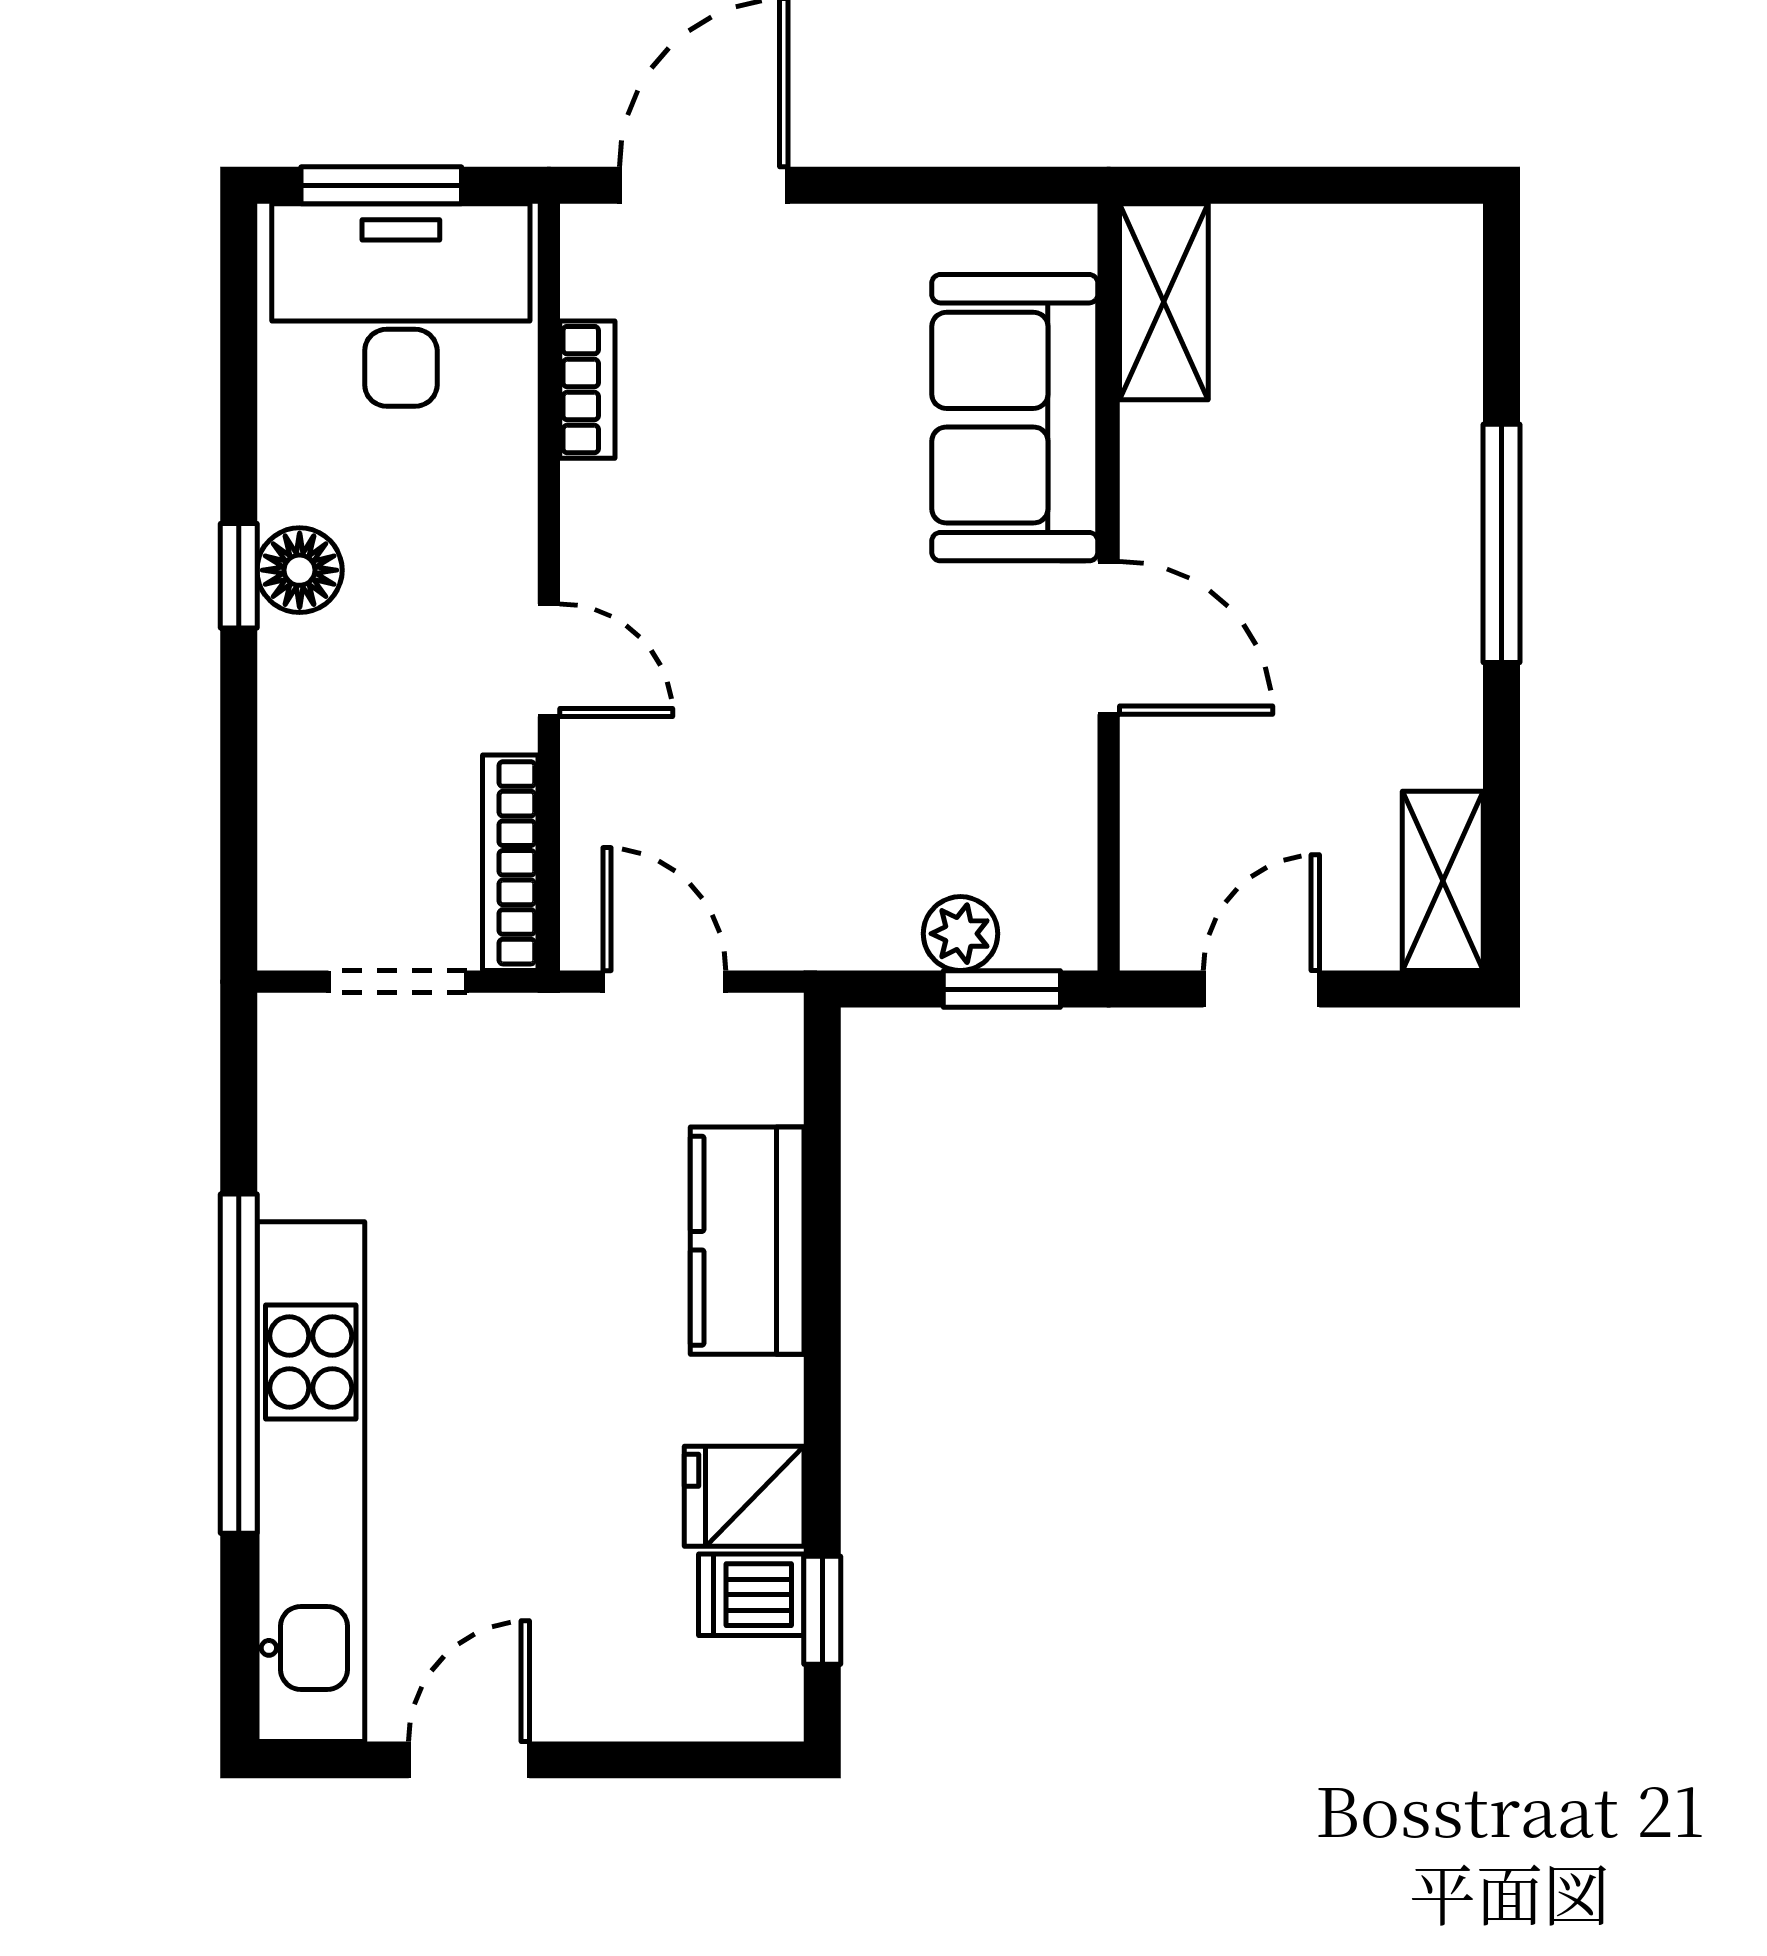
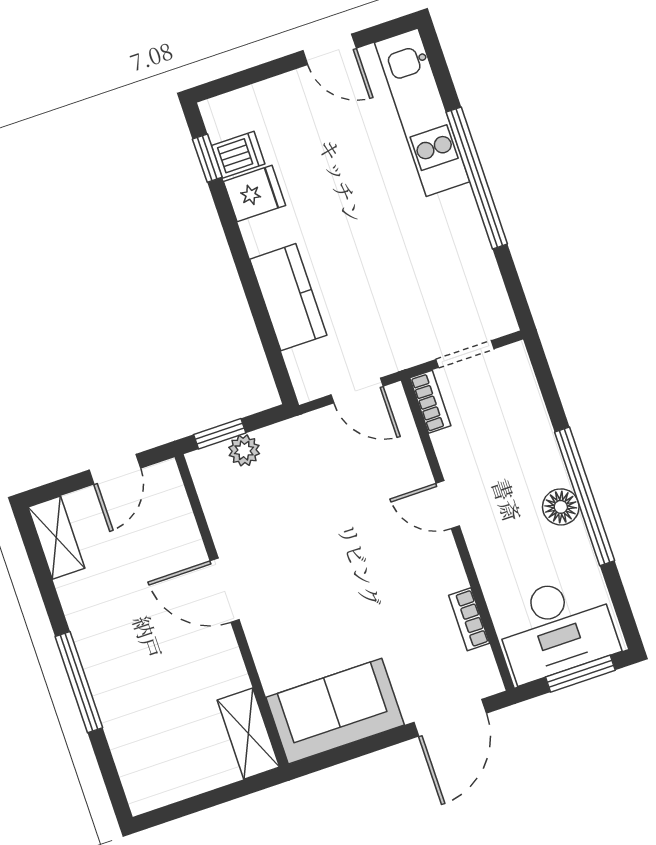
sofa: (1015, 418) -> (335, 711), moved, turned -90
window: (239, 576) -> (585, 496), width x3.17
bookcase: (510, 863) -> (430, 402), width x0.64
kitchen unit: (311, 1482) -> (422, 112), width x0.73
door: (469, 1760) -> (330, 49), hinge flipped

